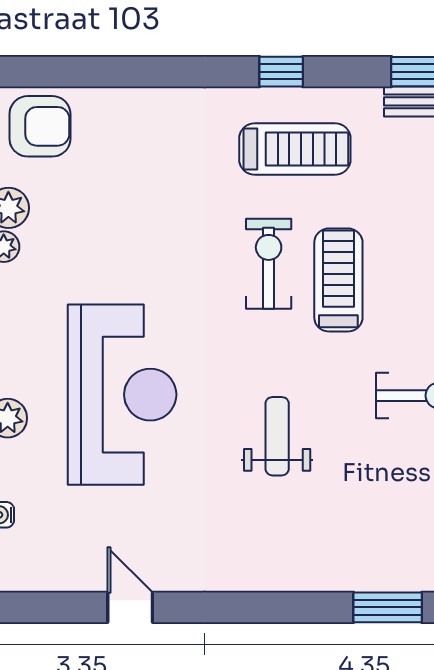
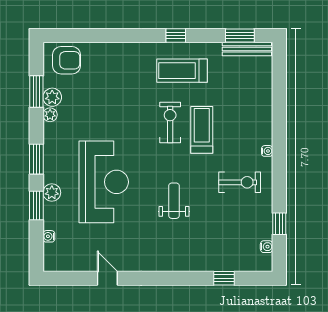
treadmill: (295, 149) -> (182, 71), turned 180
window: (388, 607) -> (224, 278), width x0.67

